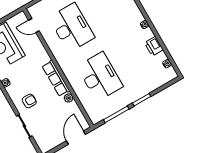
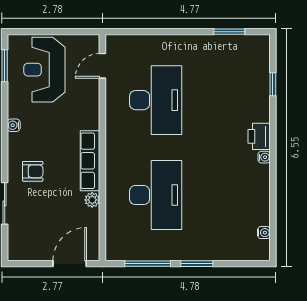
door: (34, 26) -> (102, 66), hinge flipped
printer: (154, 46) -> (259, 136), moved

